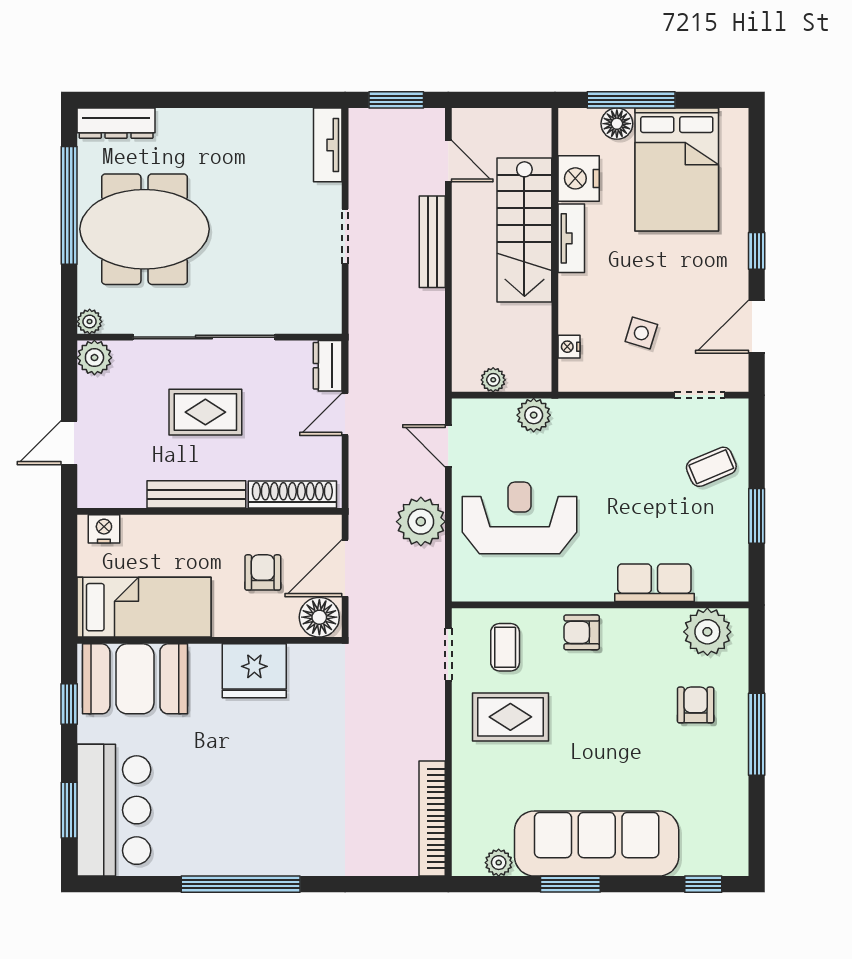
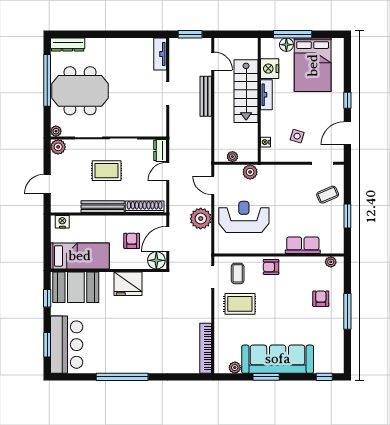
plant: (707, 632) -> (331, 262), width x0.53, depth x0.53

